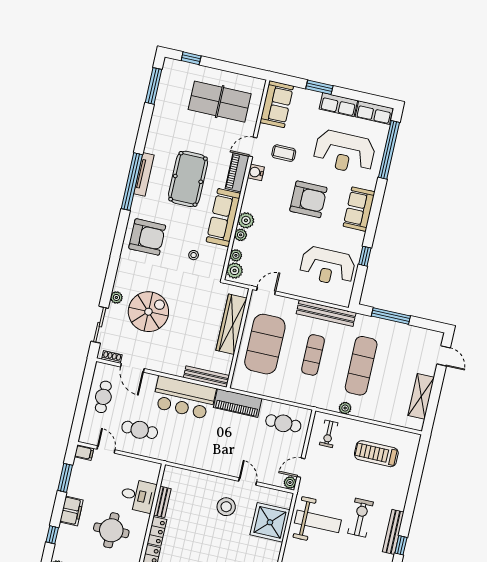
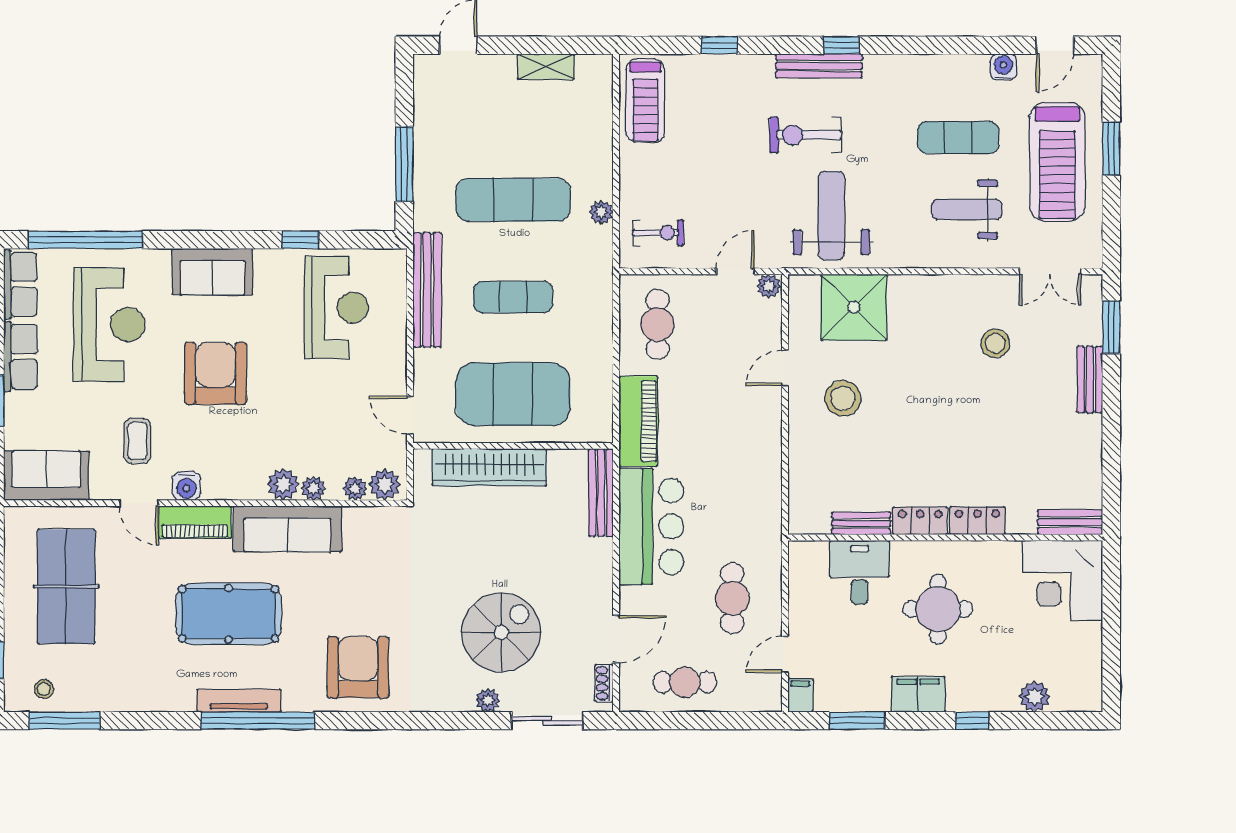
stool: (194, 255) -> (44, 689), moved
spiral stairs: (148, 312) -> (501, 632), turned 90
shelving: (421, 396) -> (546, 67), width x0.67, depth x0.75
treadmill: (376, 454) -> (645, 101), moved
door: (301, 468) -> (735, 271), swing flipped
window: (415, 485) -> (720, 45), added

